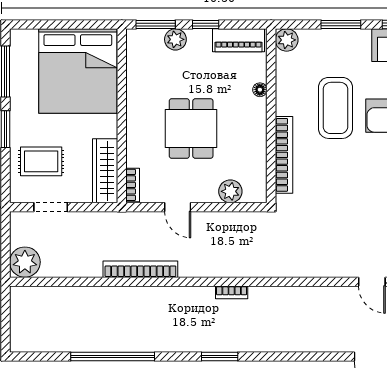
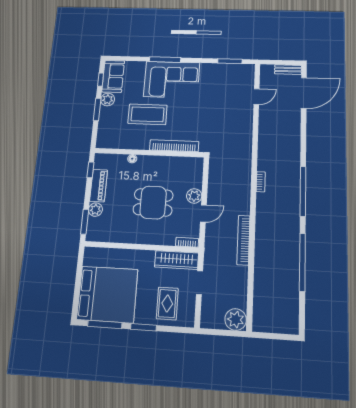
window: (206, 24) -> (90, 170), moved
piano: (239, 40) -> (99, 186), moved
plant: (287, 40) -> (108, 100), moved
bed: (78, 71) -> (107, 294), moved
plant: (230, 191) -> (194, 196), moved
doorway: (51, 207) -> (200, 283), moved
window: (220, 357) -> (303, 191), width x2.11

